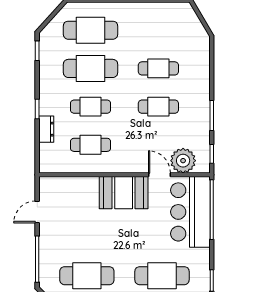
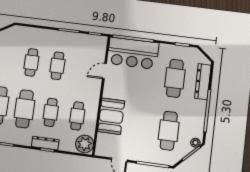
dresser: (46, 129) -> (45, 143), moved, width x1.44
plant: (183, 161) -> (85, 144), moved
booth: (124, 193) -> (111, 116), moved

